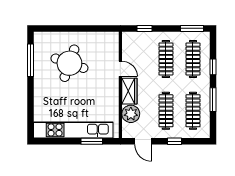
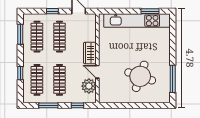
window: (192, 28) -> (48, 105), moved
window: (213, 100) -> (20, 34), moved
plant: (131, 114) -> (89, 86), moved
window: (92, 141) -> (150, 11), moved

